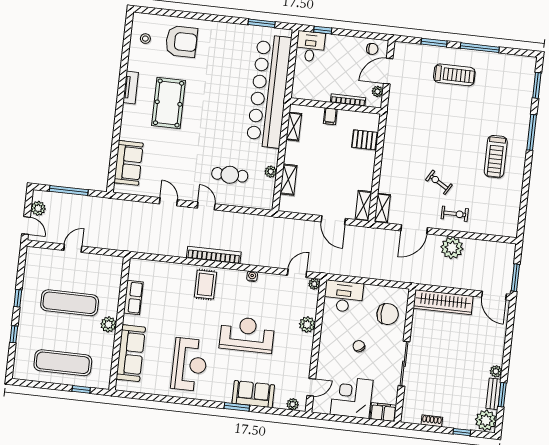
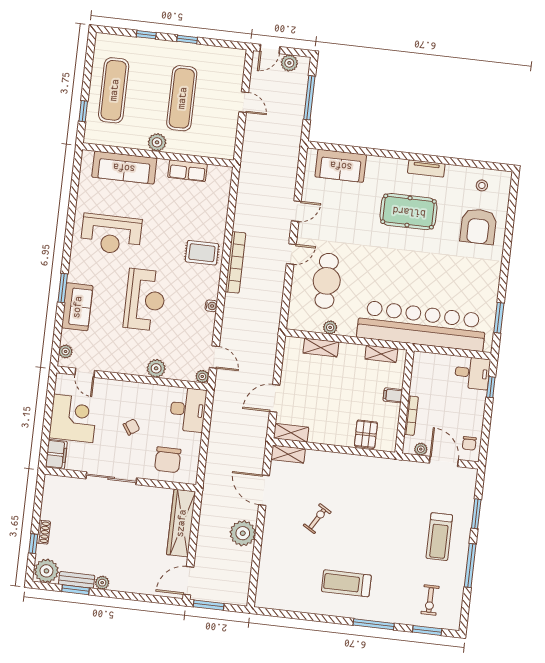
cafe table: (230, 175) -> (327, 281), width x1.37, depth x1.35
exercise bike: (455, 214) -> (430, 600), moved
shoe rack: (432, 421) -> (43, 532), moved

